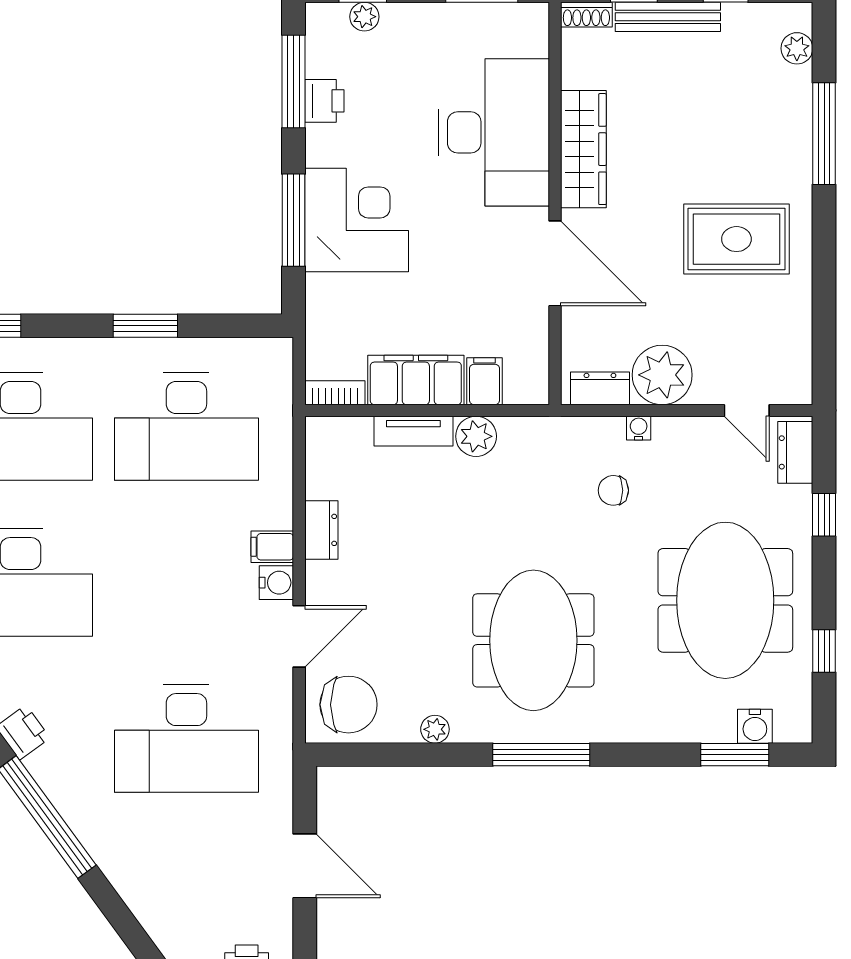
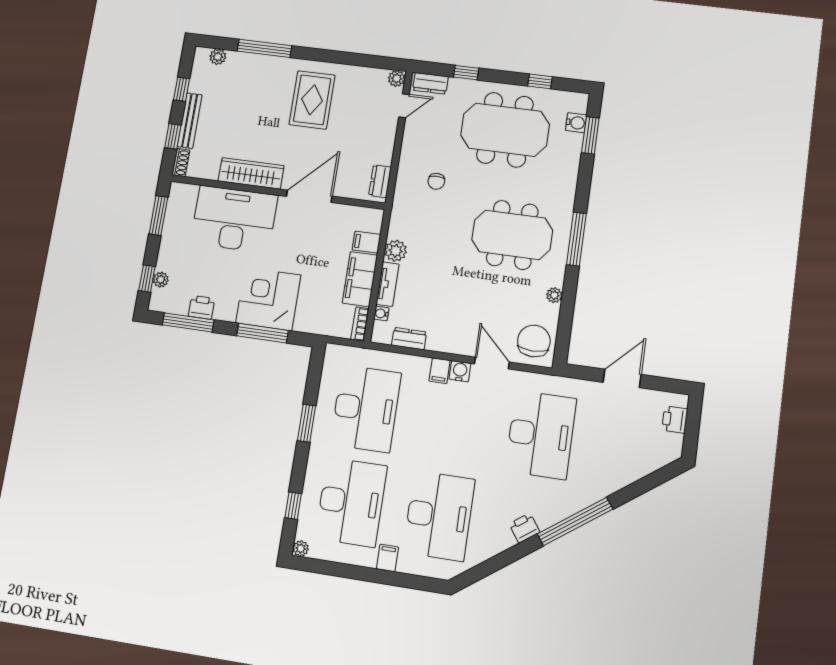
plant: (662, 375) -> (397, 78), moved, width x0.53, depth x0.53
water cooler: (639, 428) -> (381, 314), moved
dresser: (321, 530) -> (409, 339), moved

